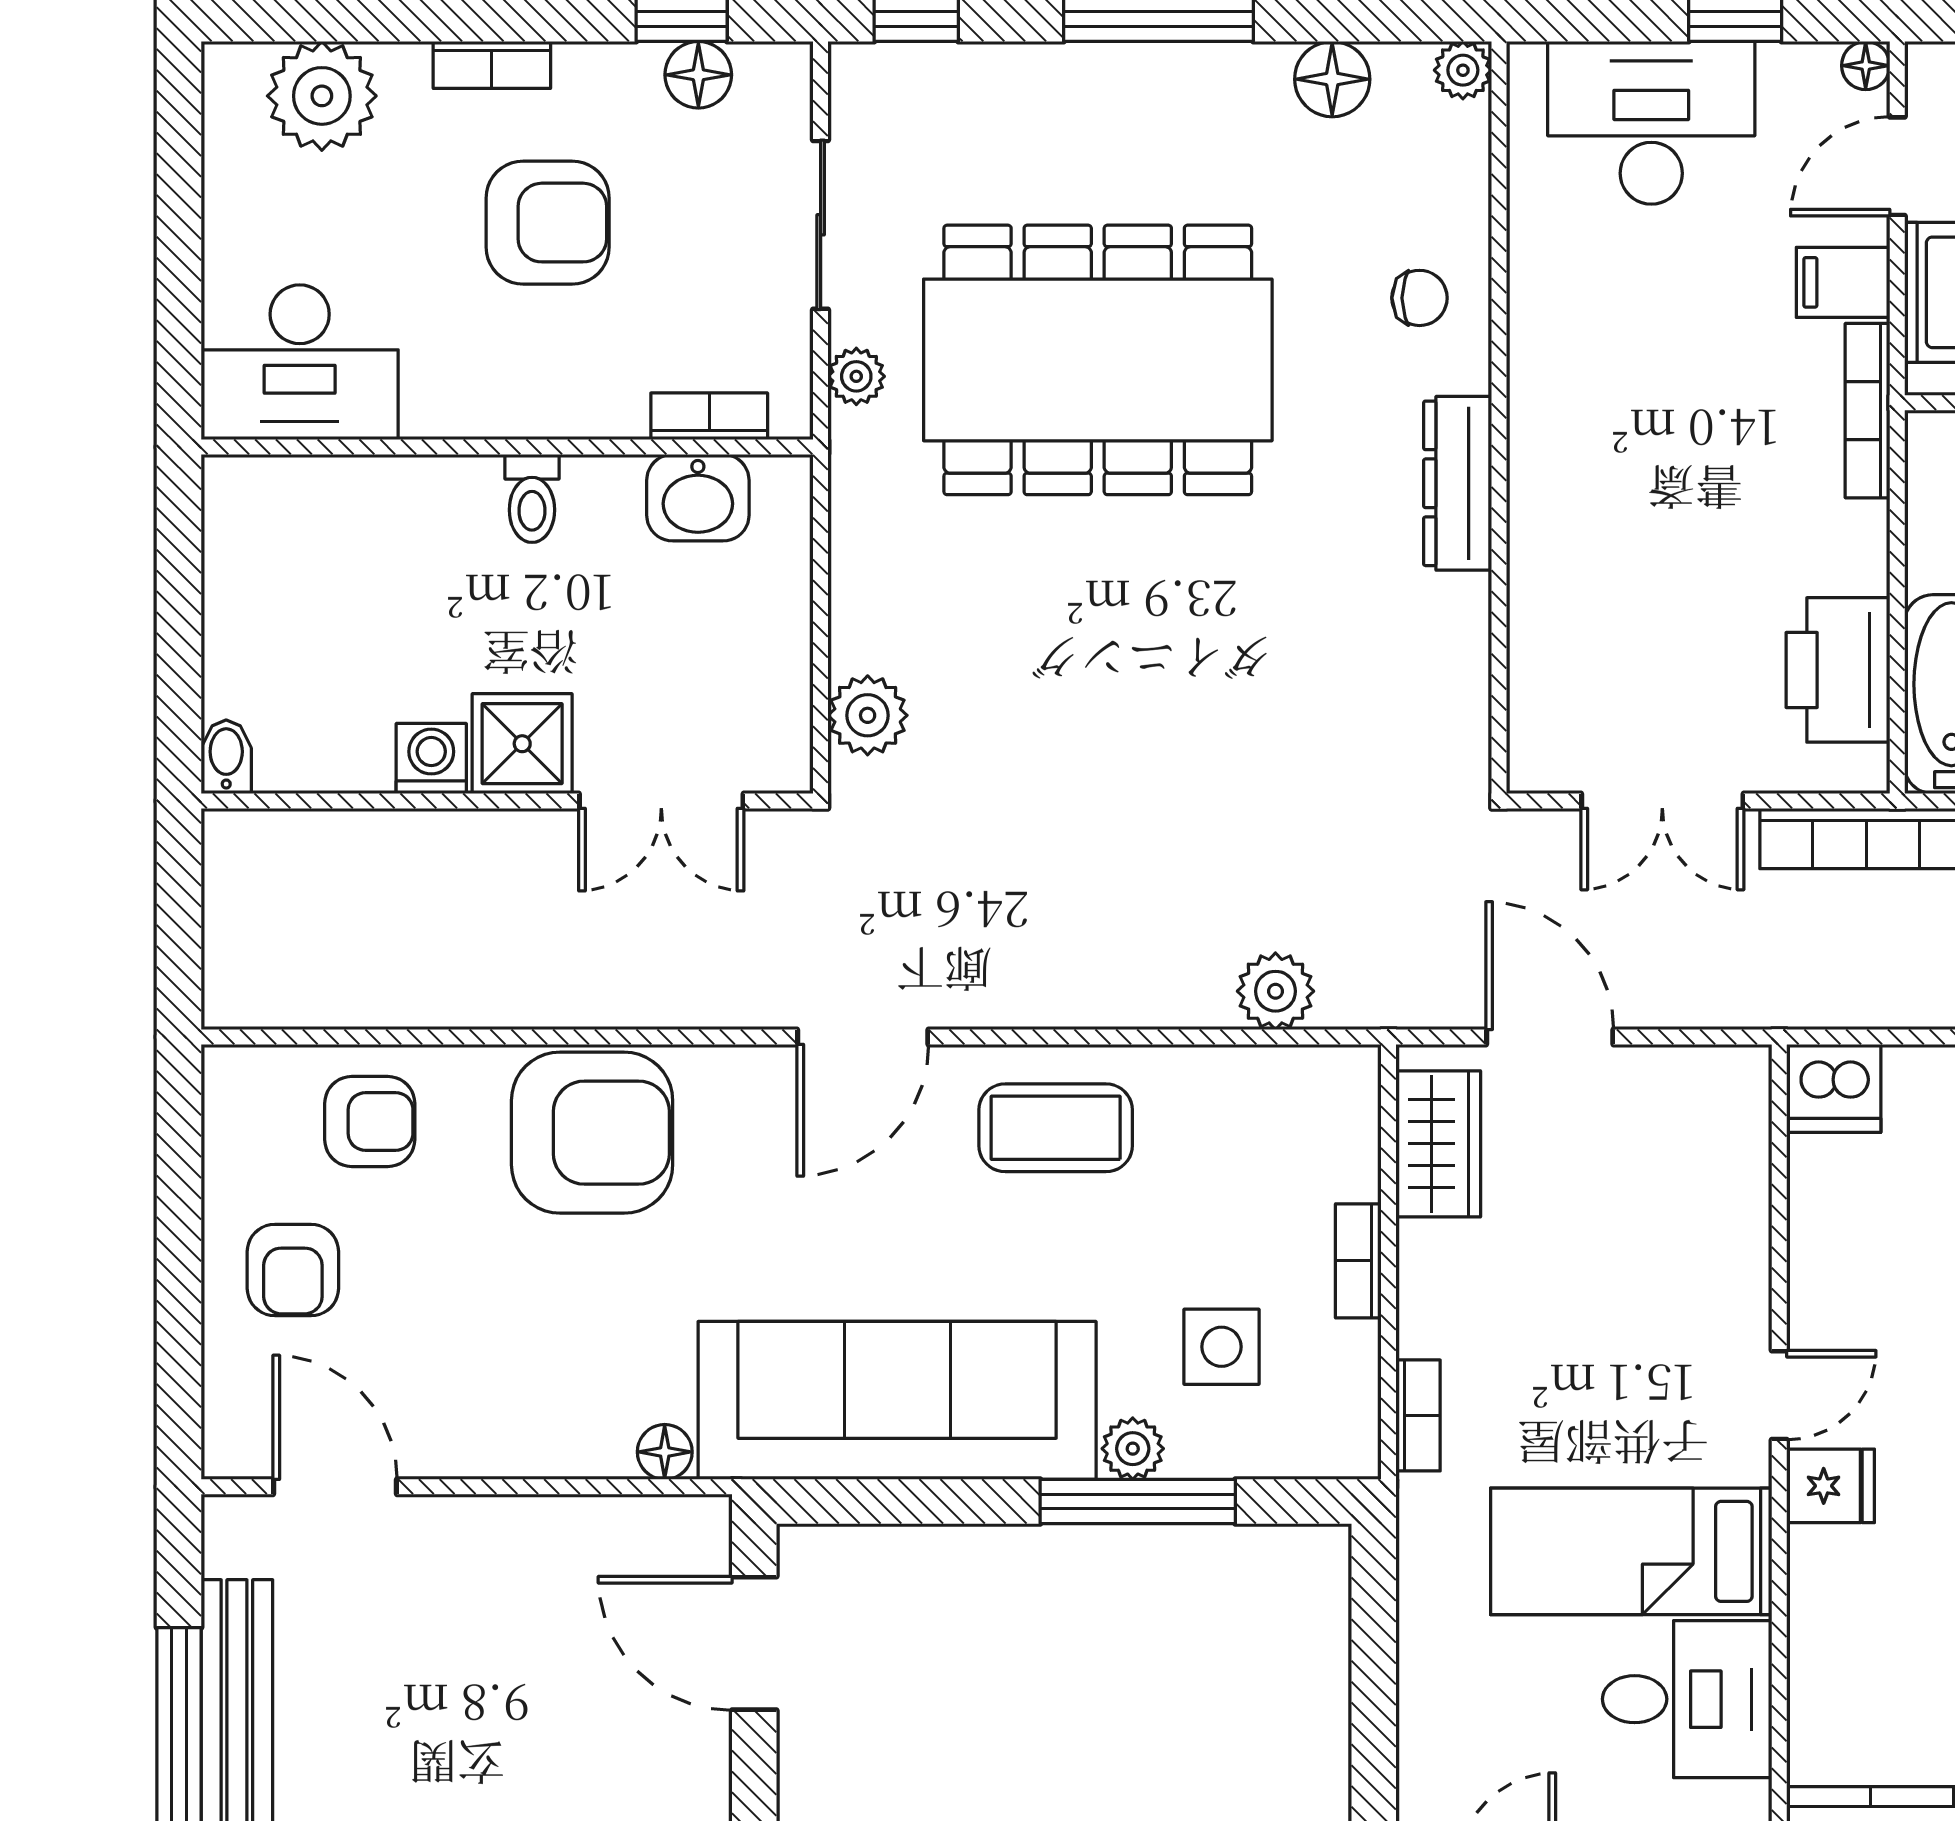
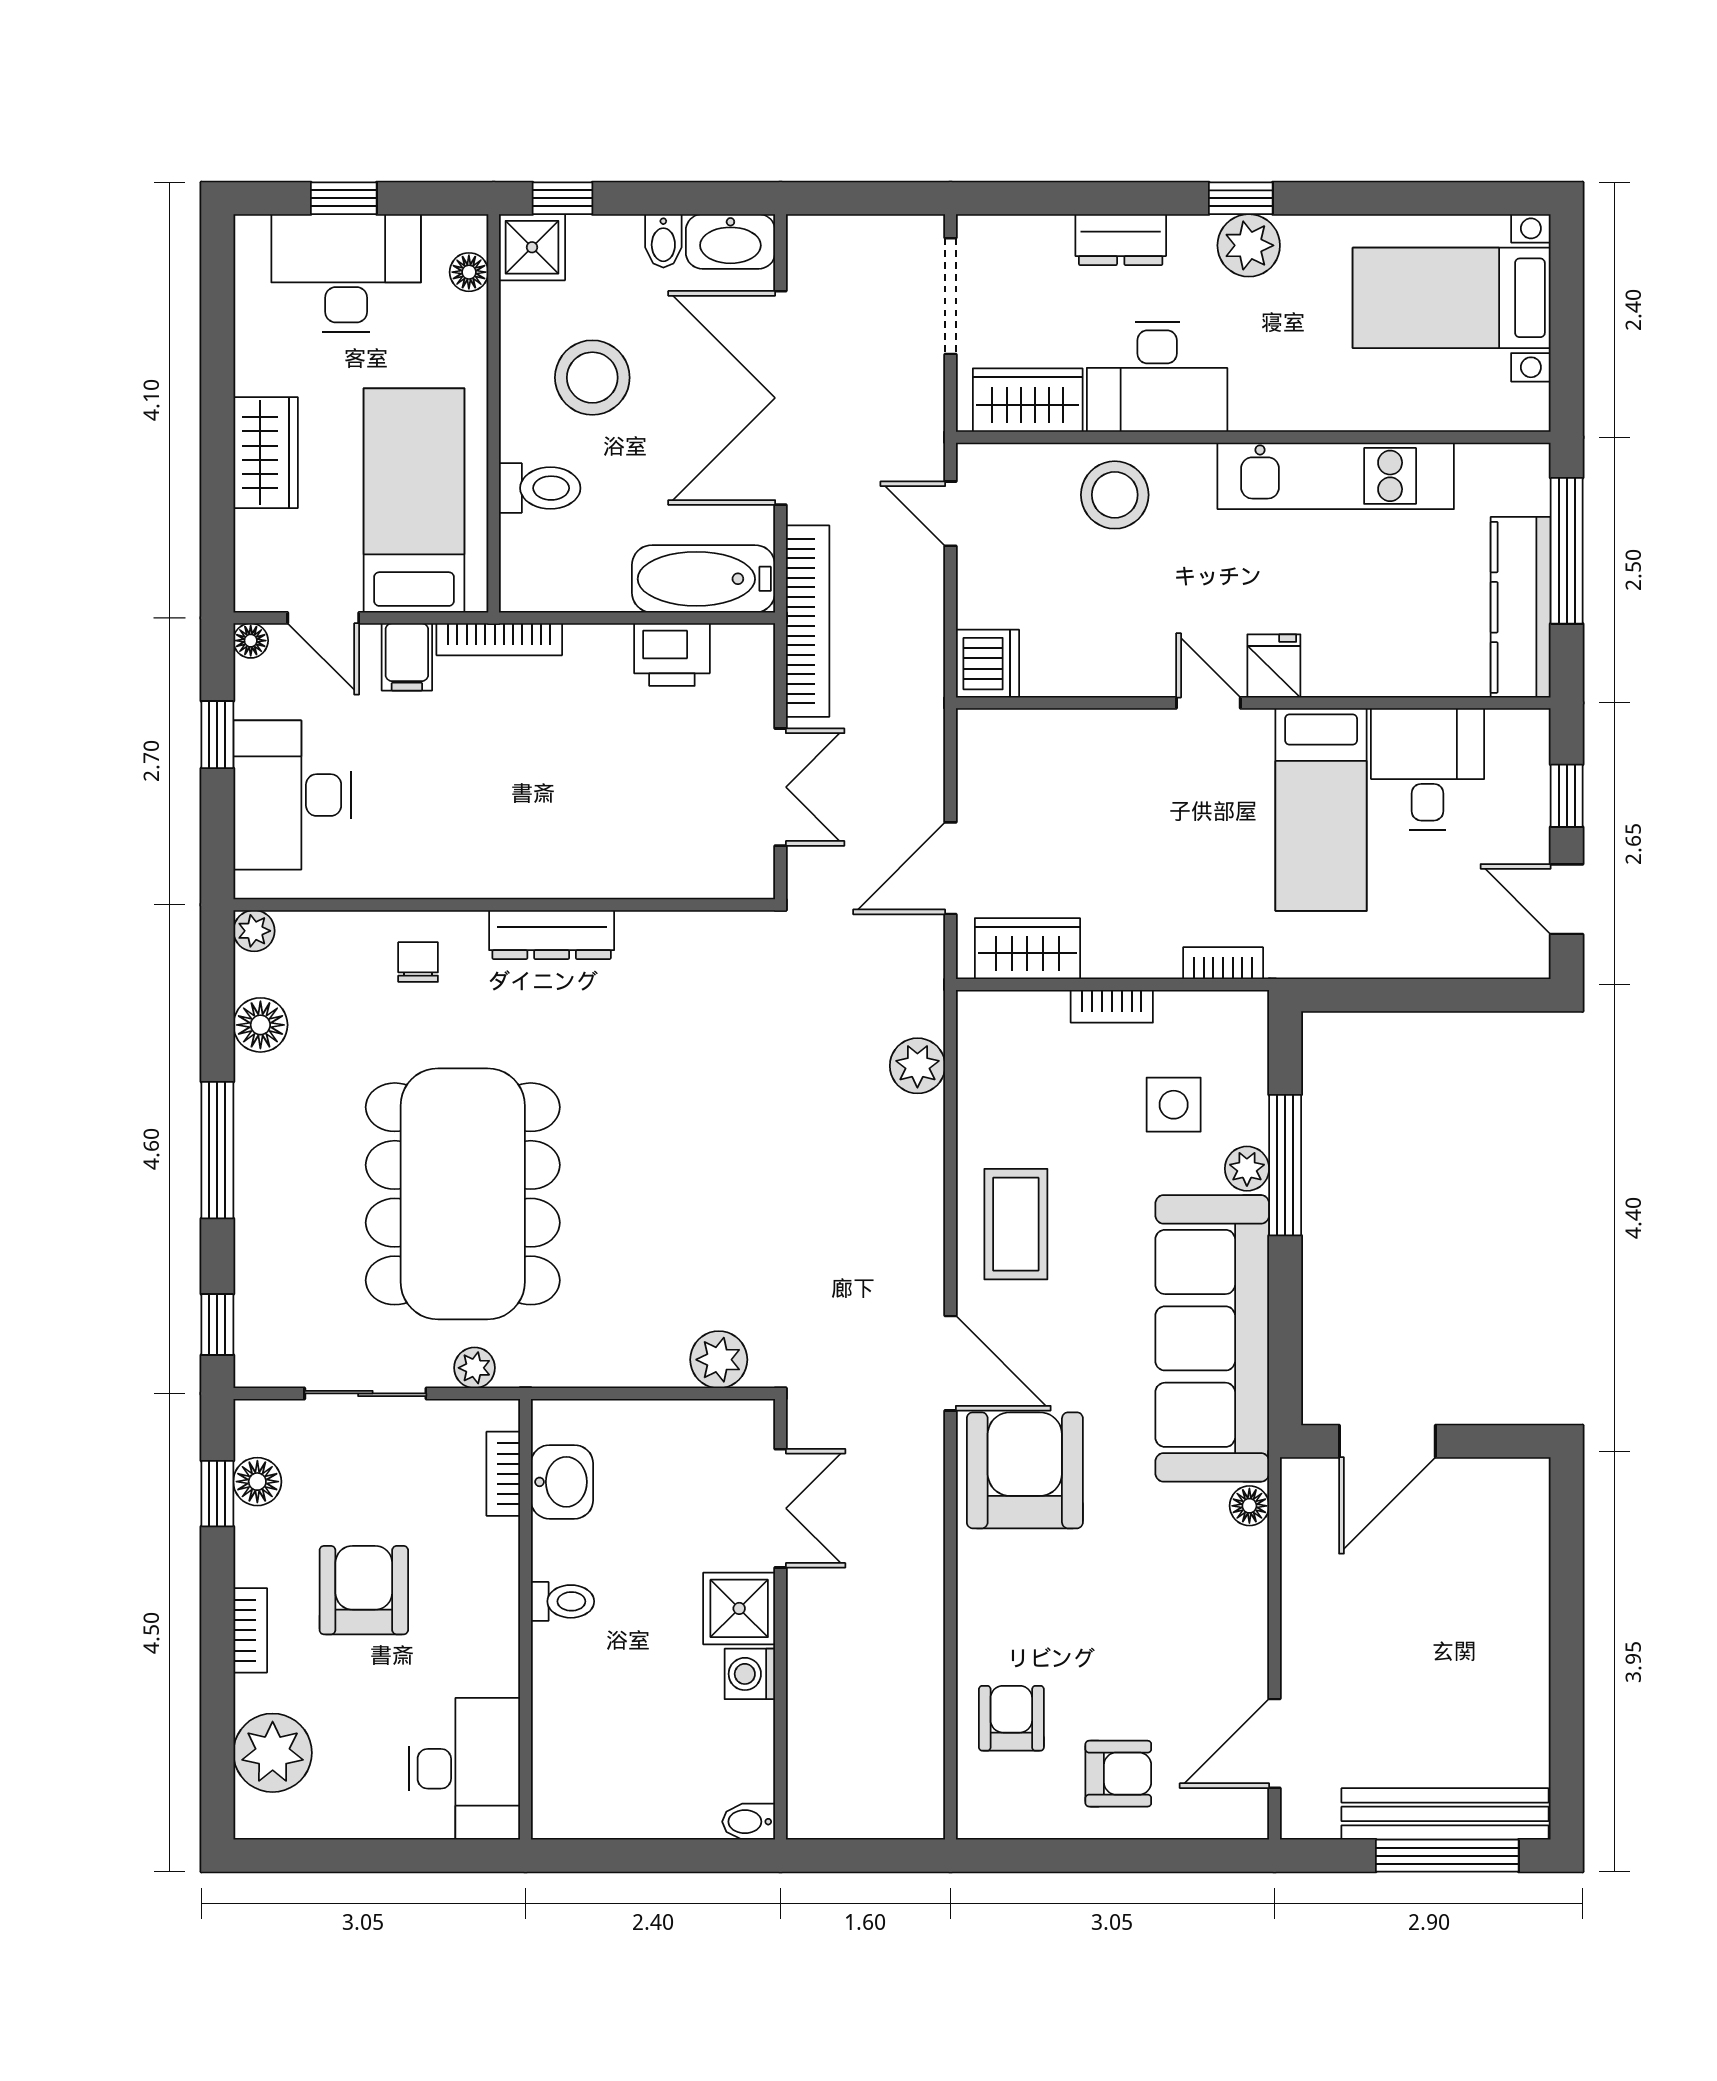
printer: (1838, 670) -> (672, 655), width x0.73, depth x0.84
armchair: (592, 1133) -> (1025, 1470), moved

